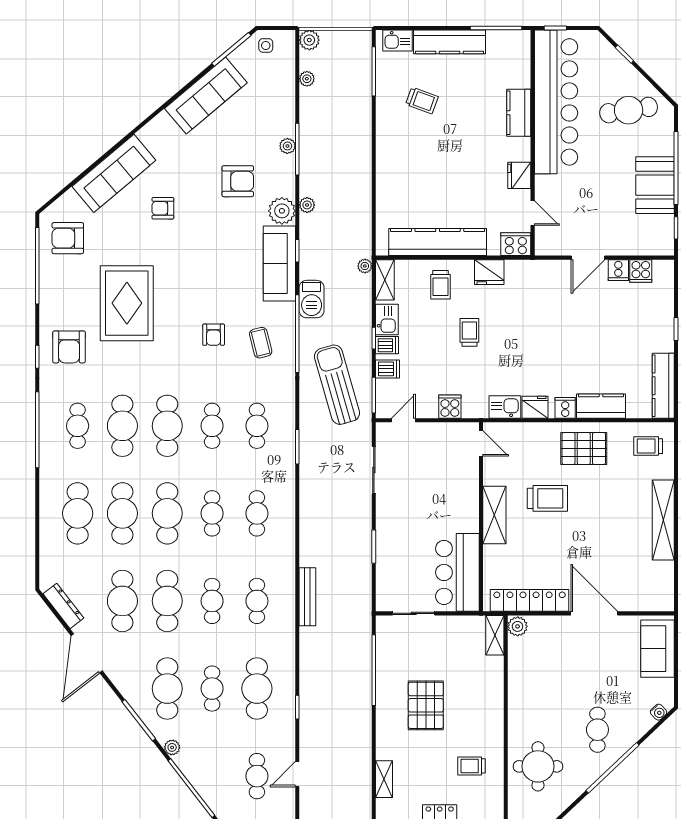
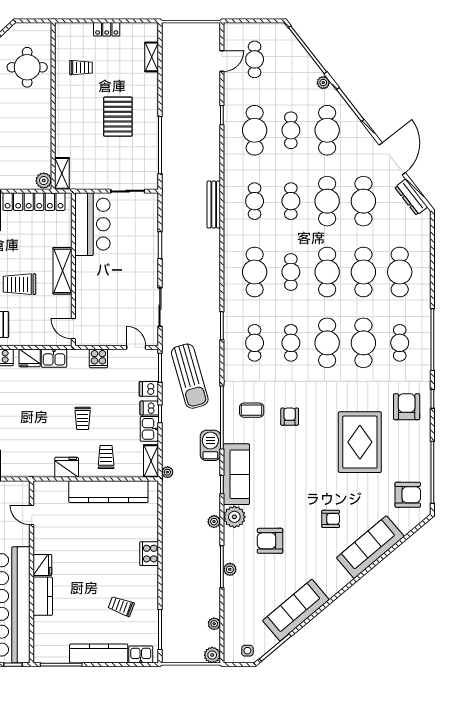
fridge: (519, 175) -> (42, 565), moved
cooker: (516, 244) -> (149, 554), moved, turned 90
coffee table: (261, 343) -> (252, 410), turned -76
door: (403, 420) -> (136, 347), swing flipped
cafe table: (257, 513) -> (255, 272), width x1.37, depth x1.35

